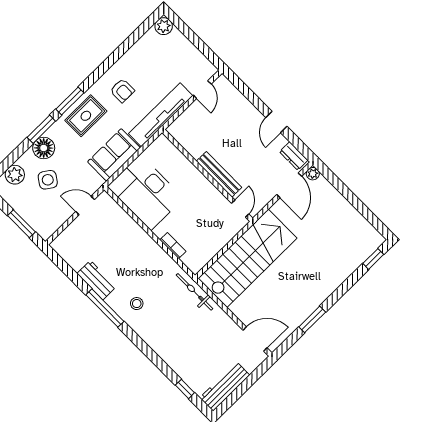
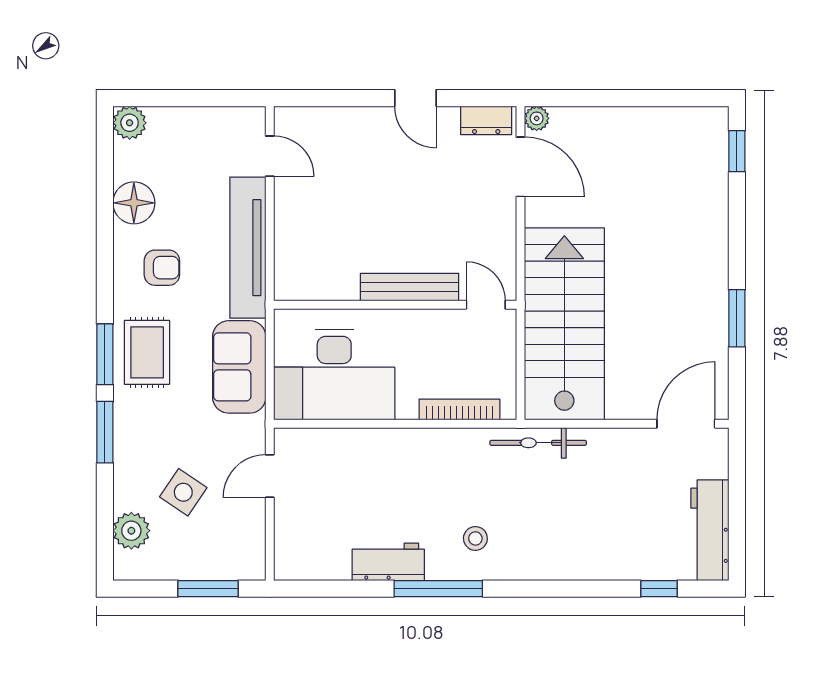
floor lamp: (44, 148) -> (134, 203), moved
bench: (219, 174) -> (410, 287), moved
wall: (207, 175) -> (395, 305), moved
door: (240, 209) -> (486, 305), moved
bookcase: (173, 246) -> (459, 409), width x1.56

